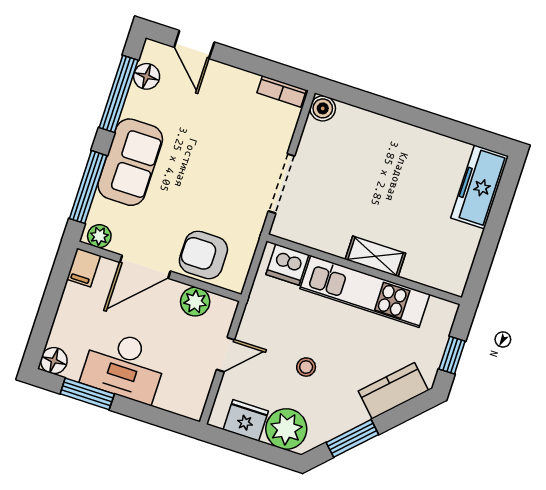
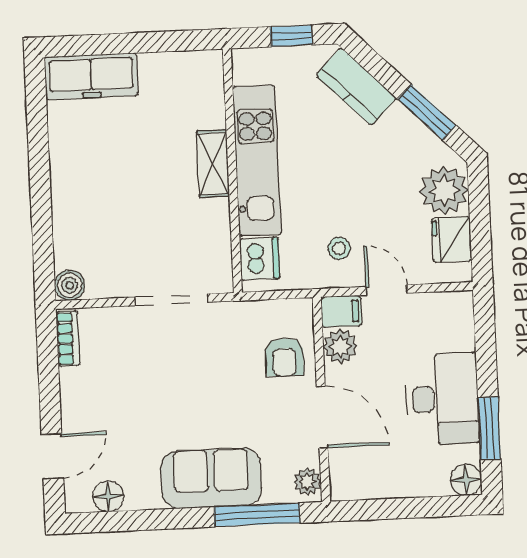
window: (119, 94) -> (140, 520), removed
armchair: (203, 255) -> (284, 357), width x0.72, depth x0.72
filing cabinet: (84, 268) -> (341, 312), moved
stool: (306, 367) -> (339, 248), moved

